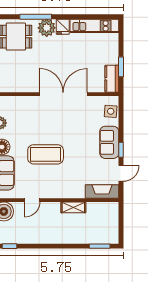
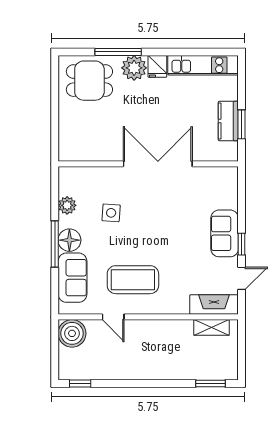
kitchen counter: (112, 79) -> (228, 121), moved
side table: (111, 111) -> (111, 213), moved
coffee table: (46, 154) -> (133, 280), moved
door: (32, 200) -> (113, 317), hinge flipped
shelving: (73, 207) -> (211, 327), moved

